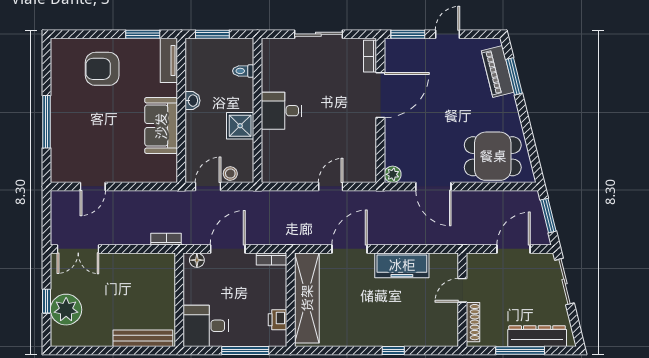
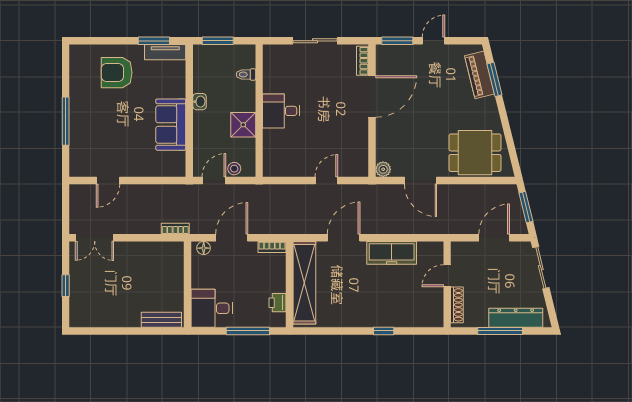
tv unit: (169, 60) -> (165, 52), moved, turned -90
plant: (66, 310) -> (83, 293), removed
bench: (143, 338) -> (161, 320), width x0.73

